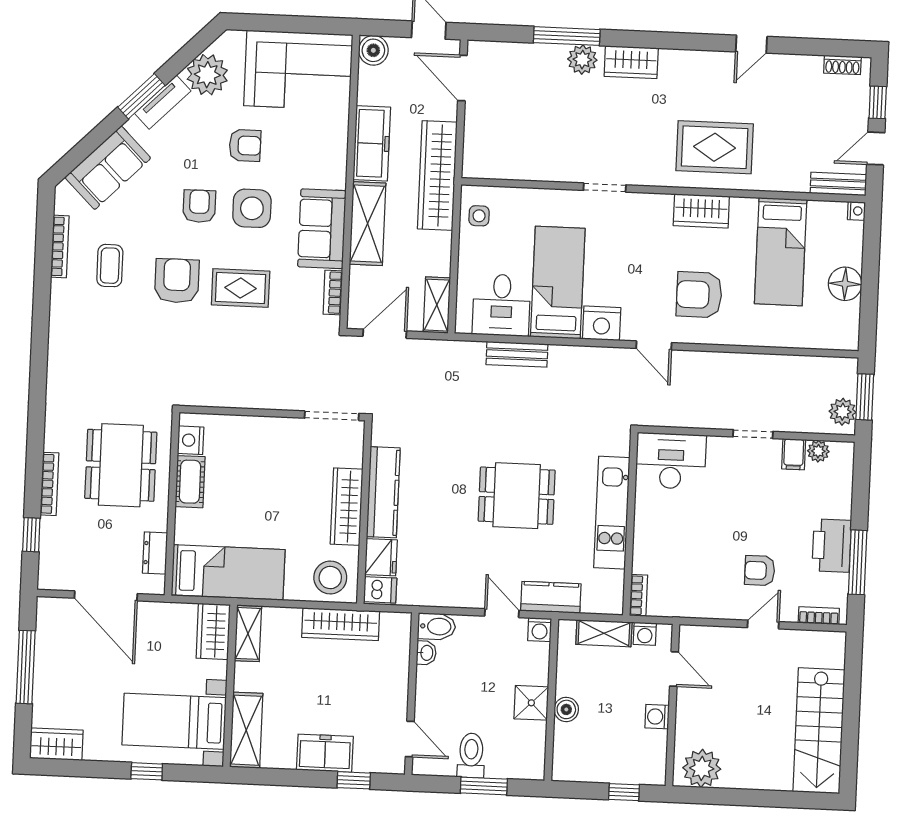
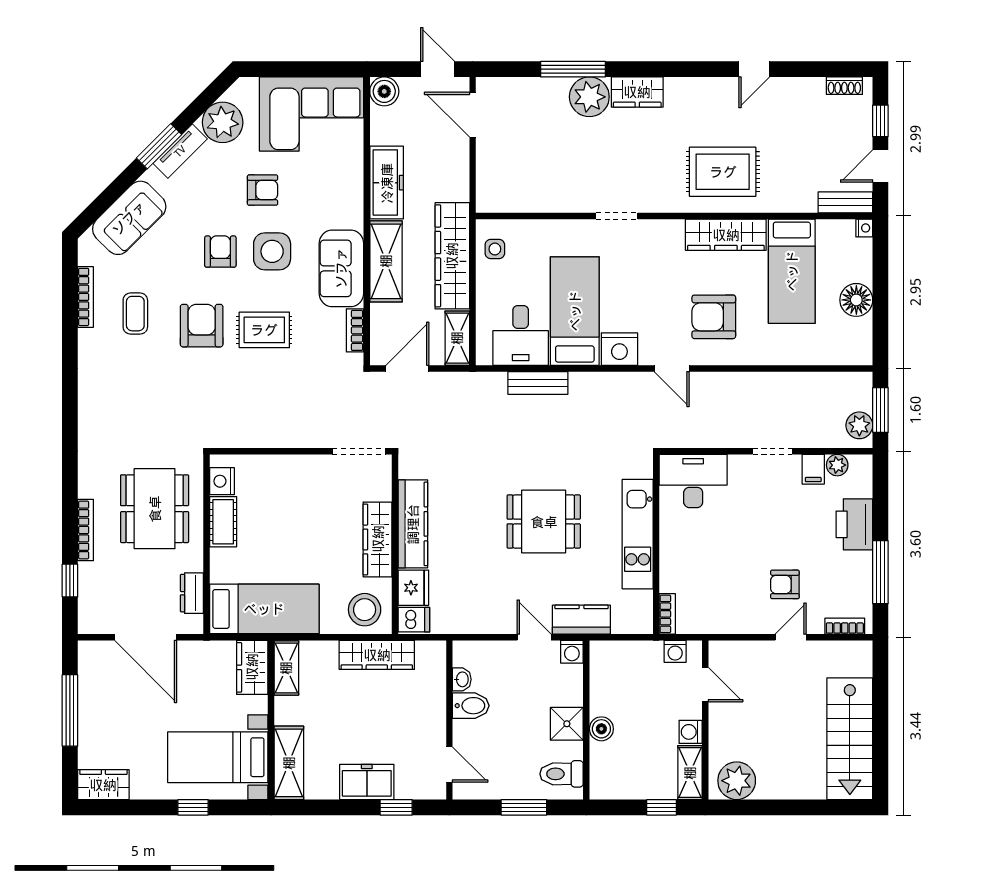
plant: (582, 60) -> (589, 97), width x1.36, depth x1.36
wardrobe: (437, 175) -> (452, 256), moved
wardrobe: (701, 211) -> (726, 235), width x1.50
printer: (832, 546) -> (854, 524), moved
bidet: (437, 626) -> (471, 706), moved
shelving: (604, 633) -> (690, 773), moved, turned 90
toilet: (471, 755) -> (562, 774), moved, turned -90

